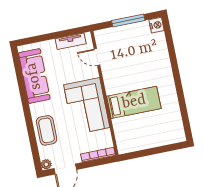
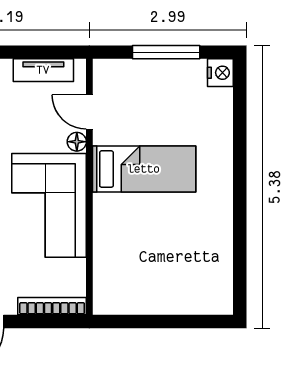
floor lamp: (94, 73) -> (77, 142), added
bed: (134, 102) -> (144, 169), moved

